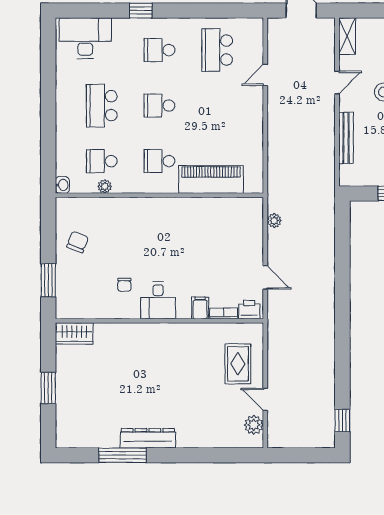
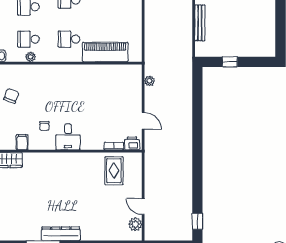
filing cabinet: (200, 308) -> (22, 142), moved
rug: (238, 364) -> (114, 171), moved

